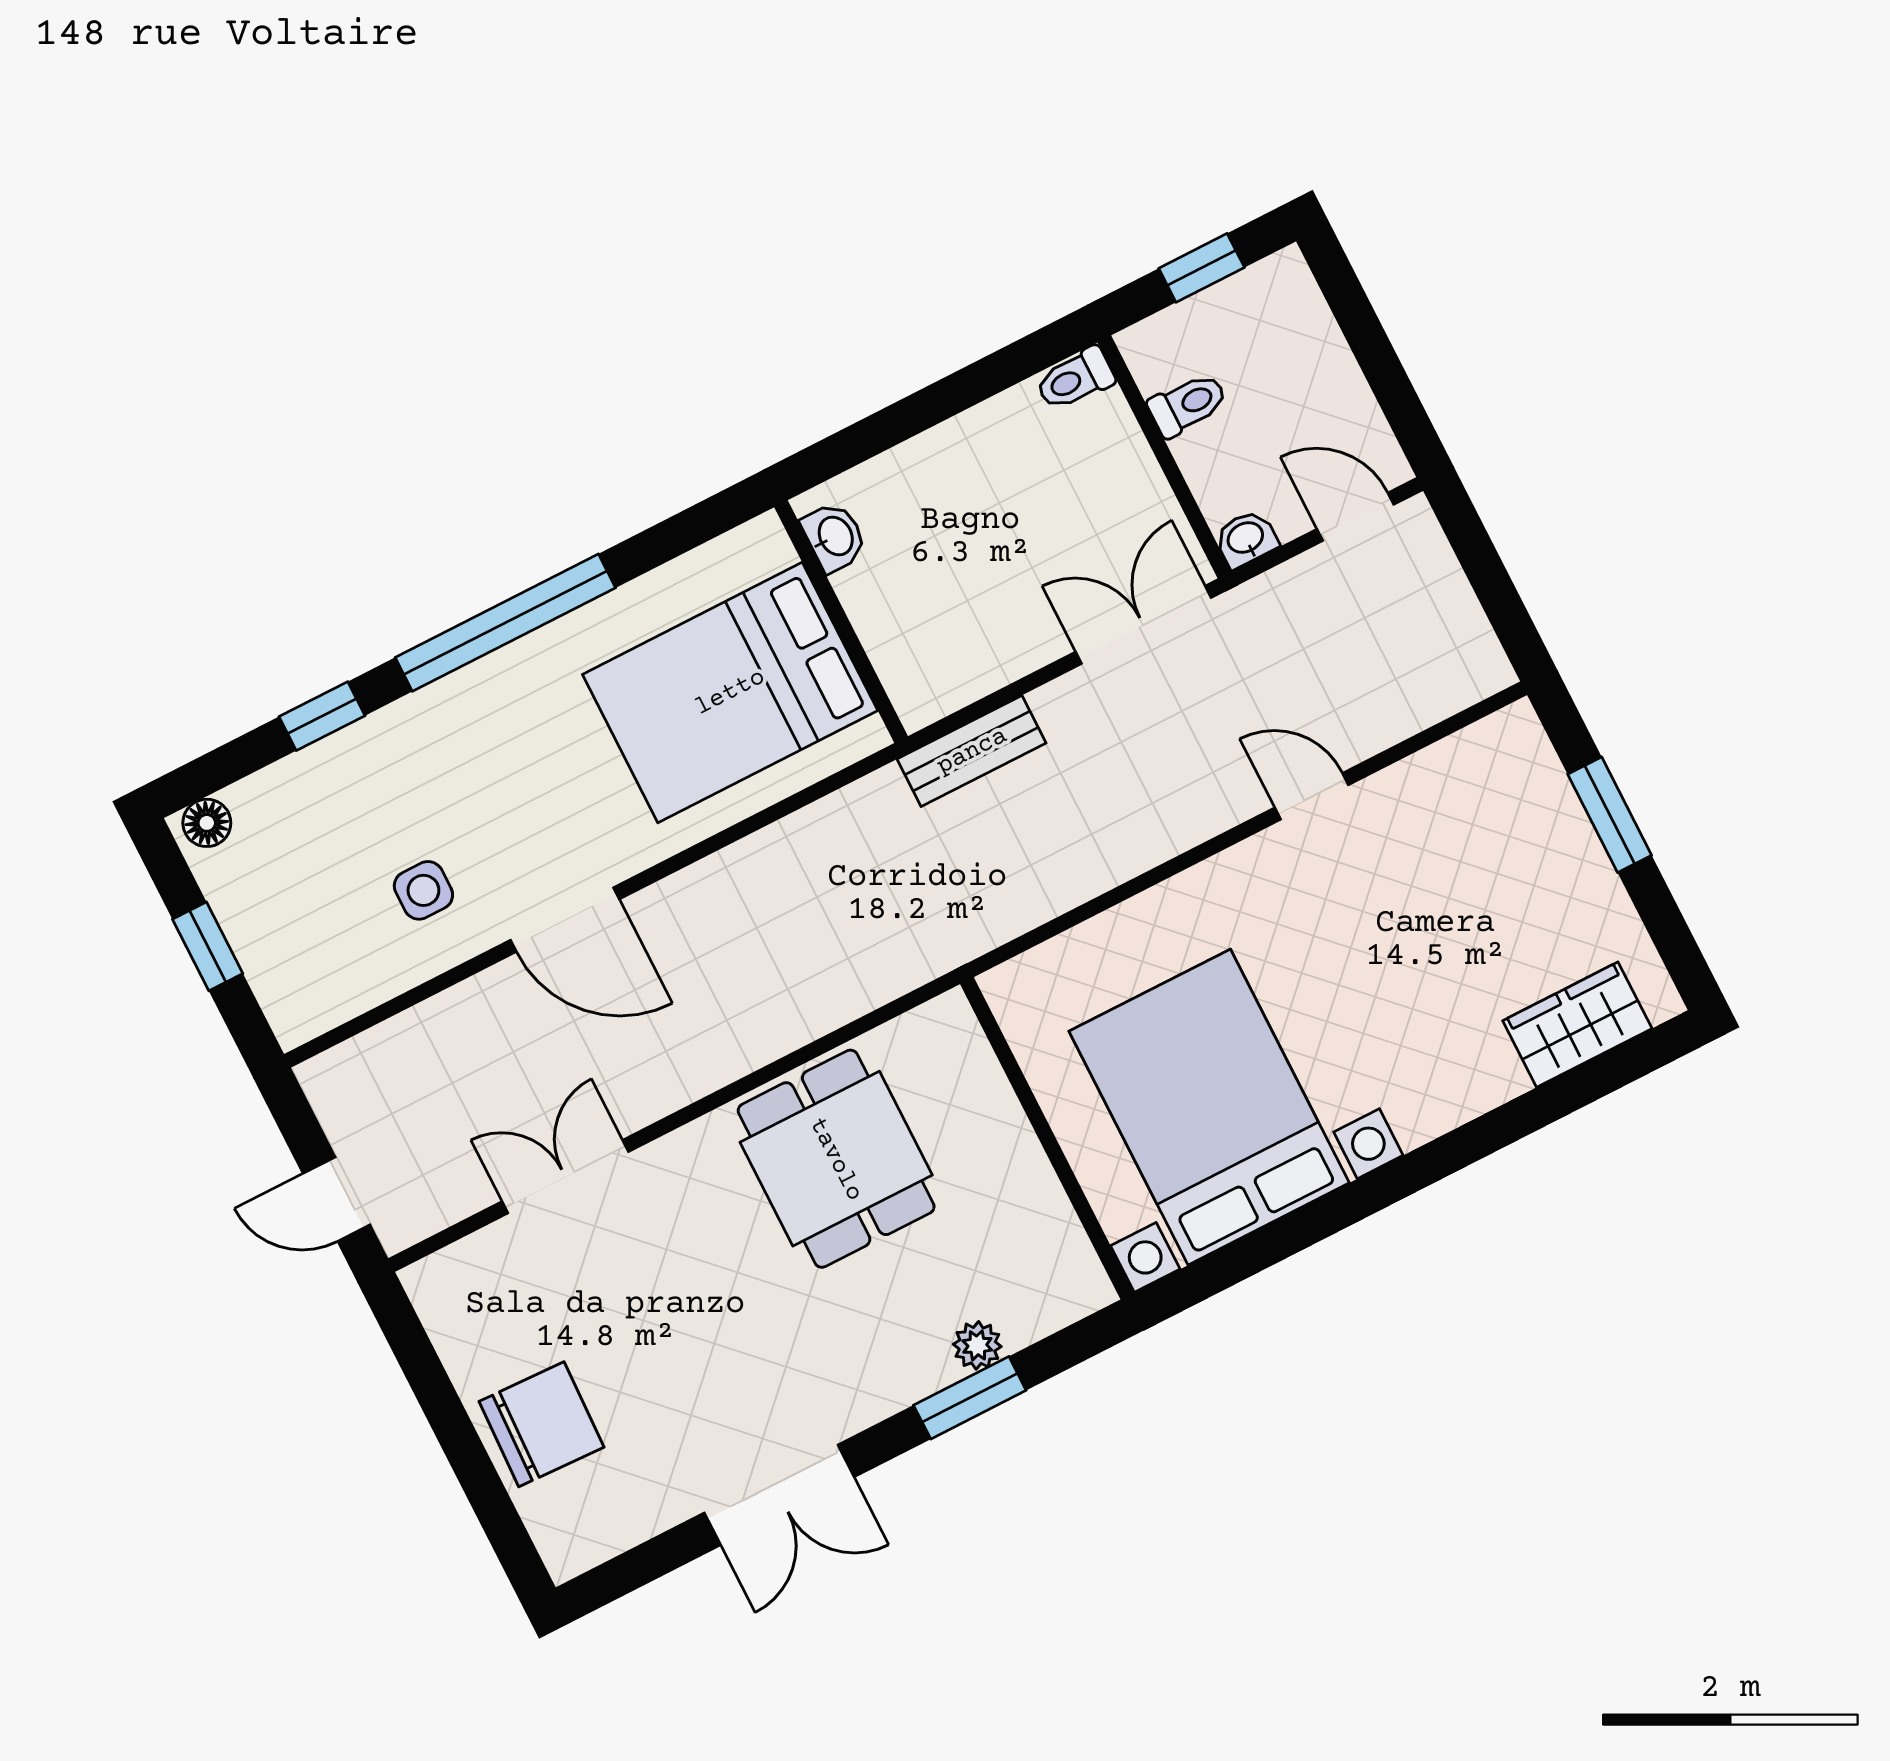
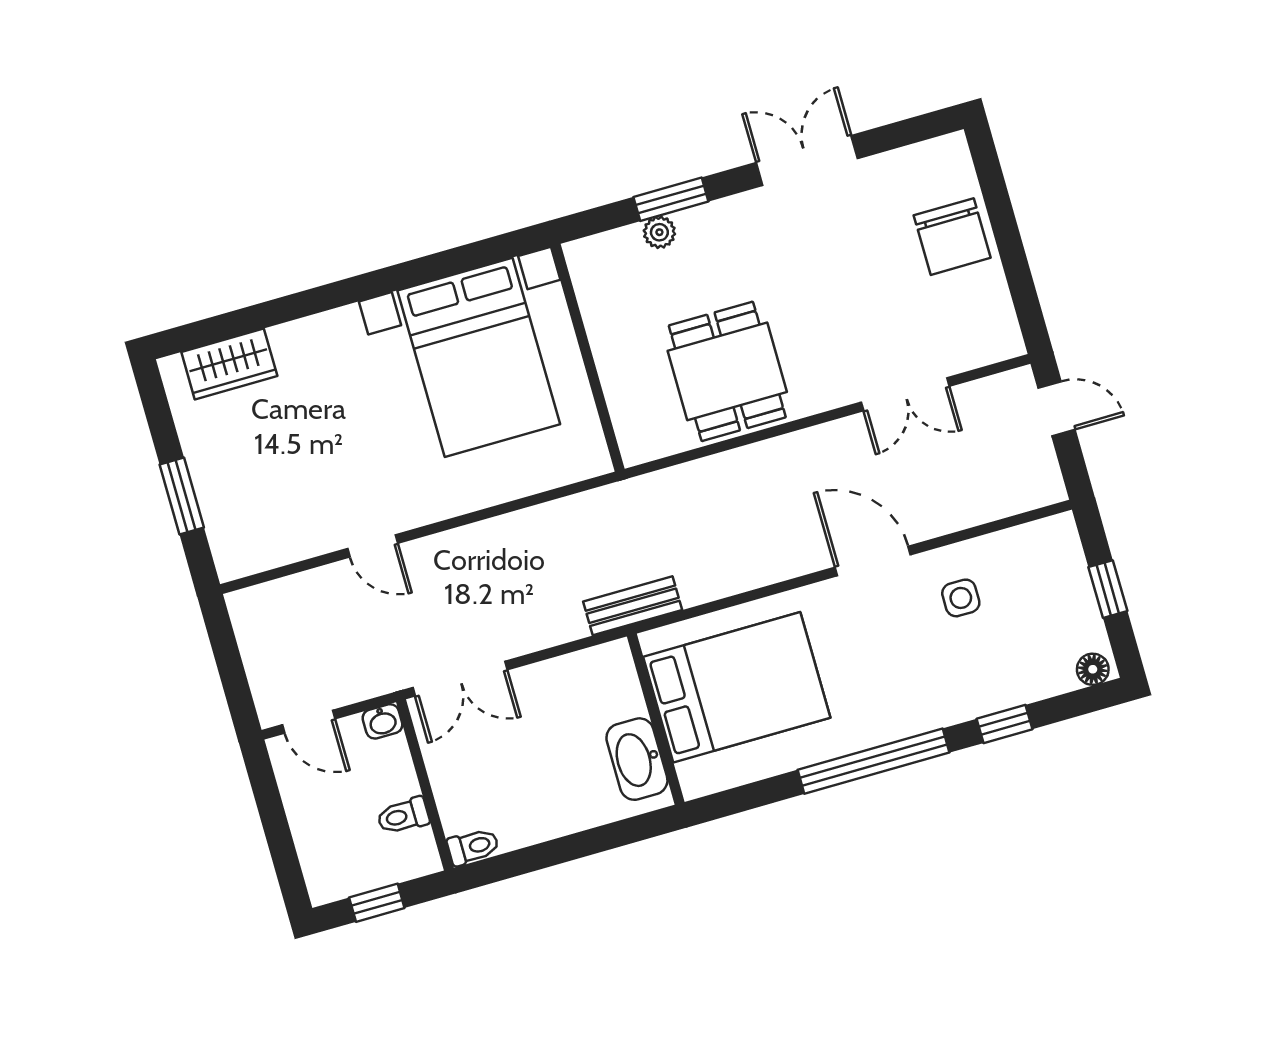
washbasin: (834, 537) -> (637, 759), width x1.91, depth x1.45
bench: (972, 751) -> (633, 606), moved
chair: (541, 1424) -> (952, 237), turned -92

